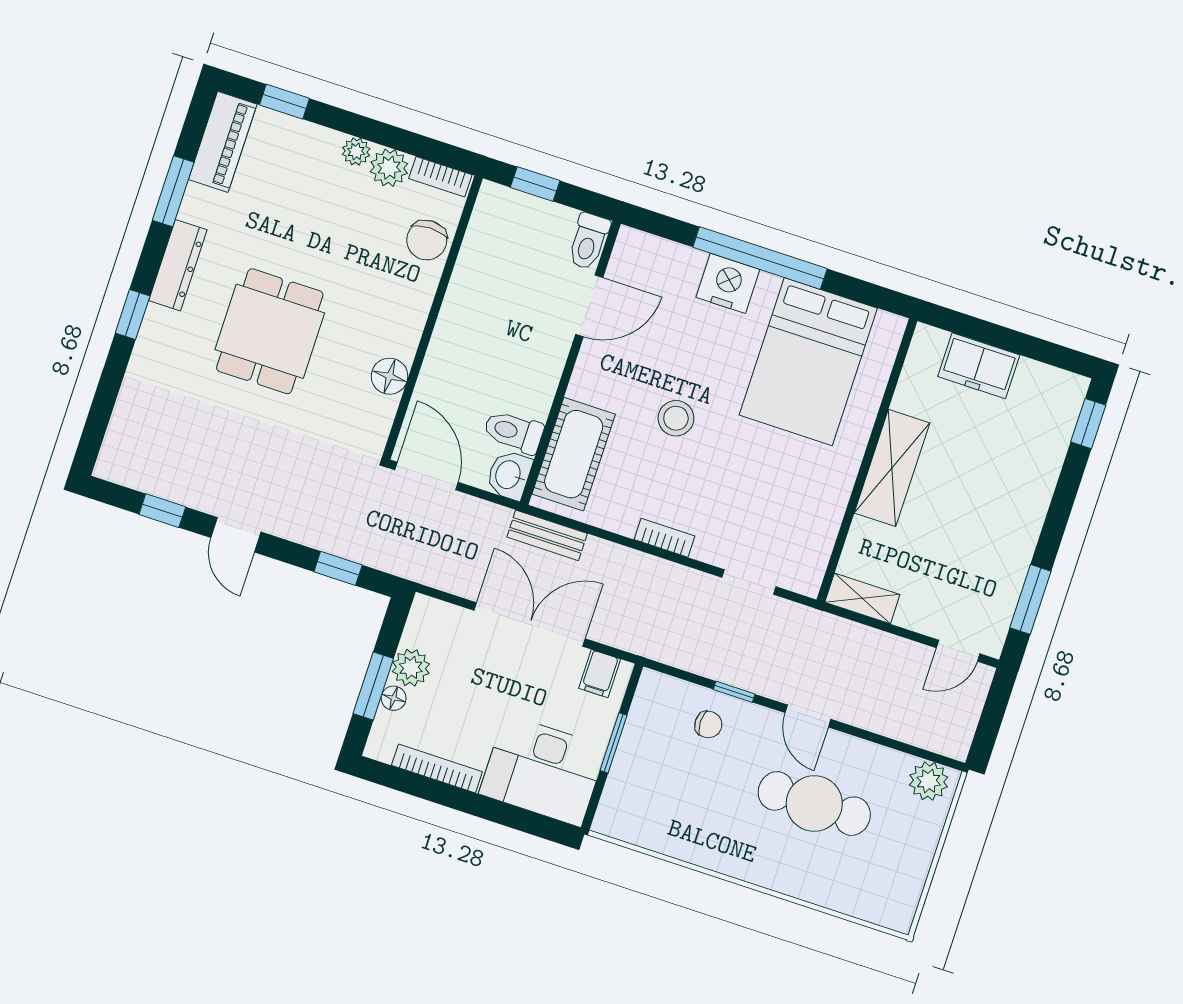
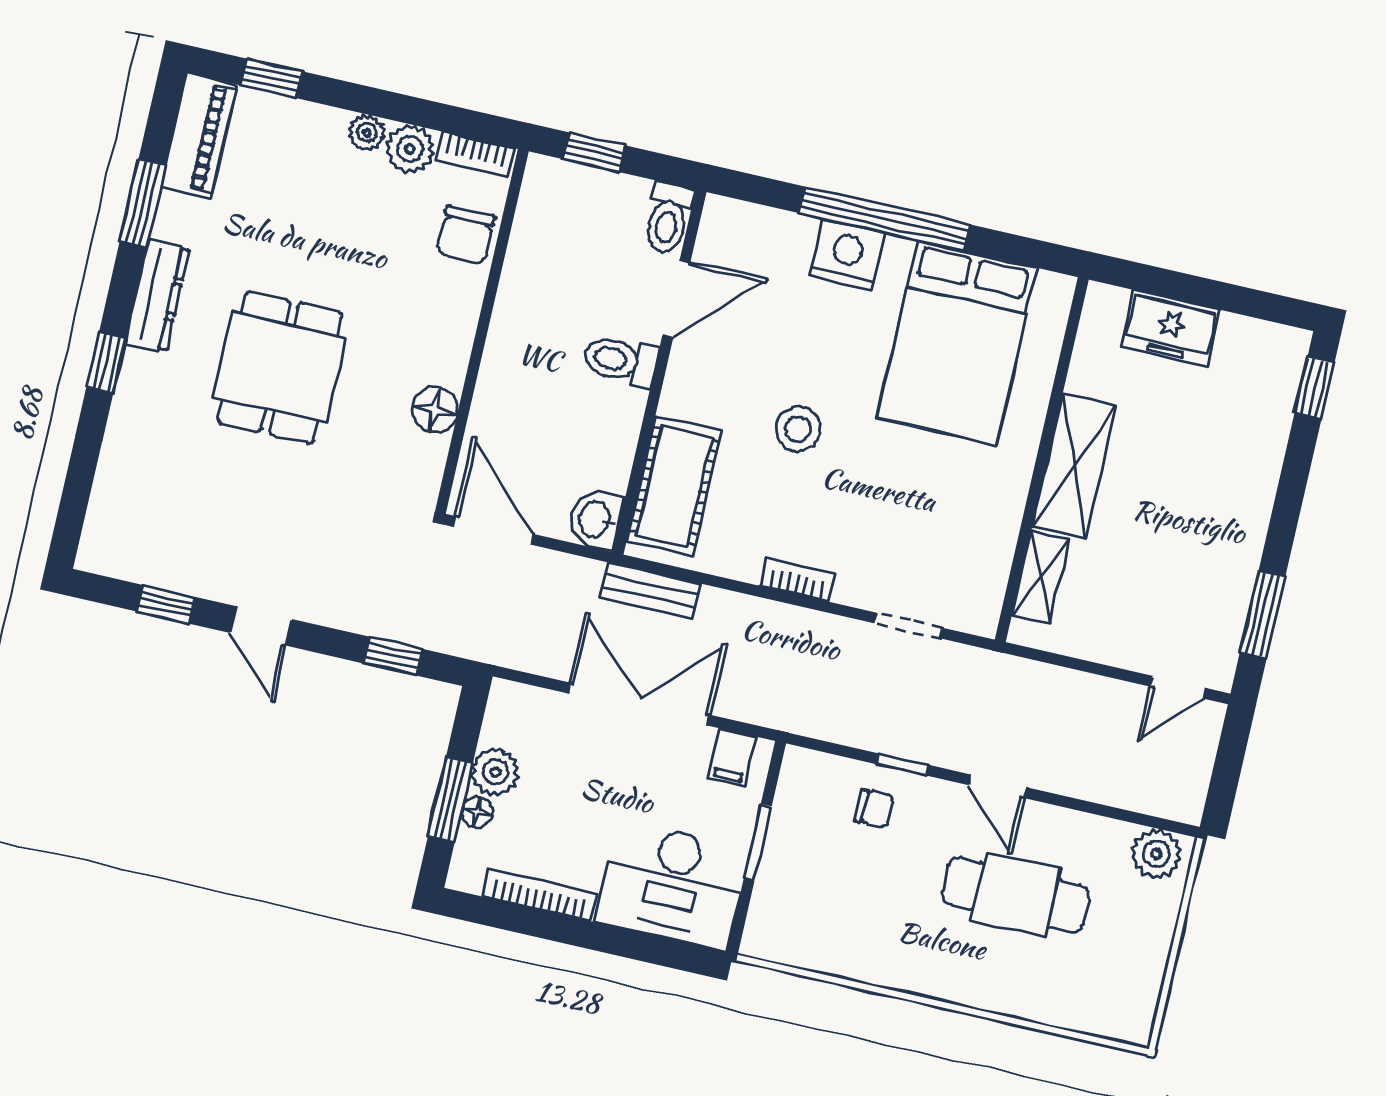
toilet: (514, 432) -> (620, 361), moved
shelving: (862, 598) -> (1040, 577), moved, turned 90

